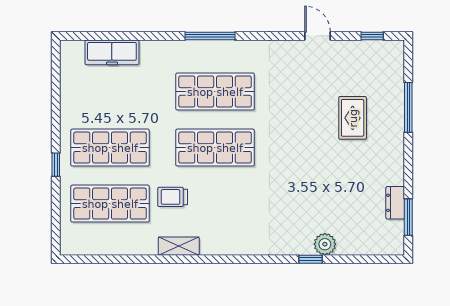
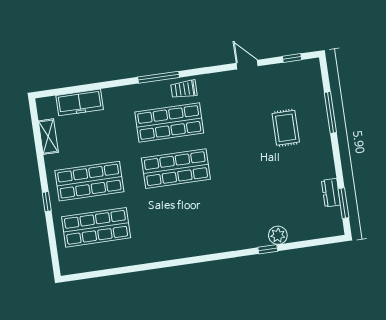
trolley: (173, 197) -> (184, 89), moved
shelving: (179, 246) -> (48, 137), moved, turned 90

